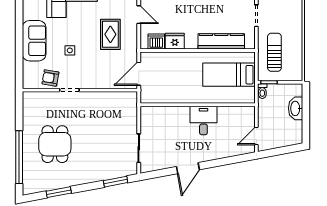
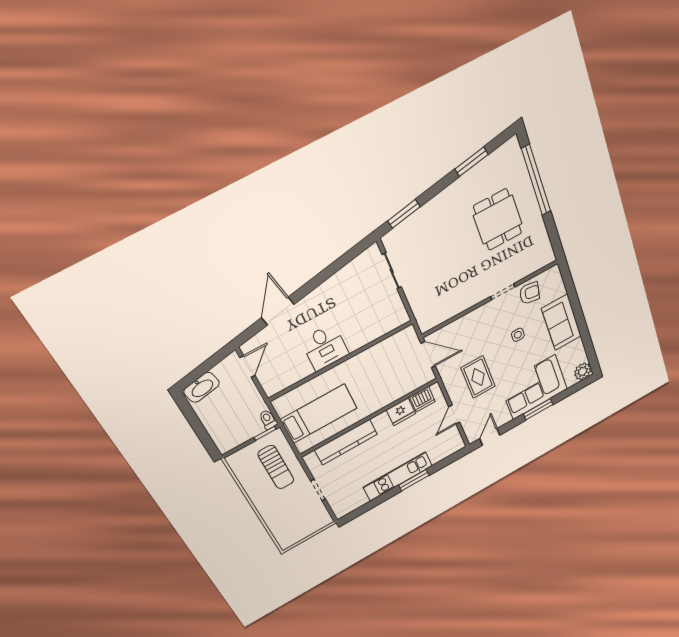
door: (139, 15) -> (454, 414), hinge flipped
door: (139, 74) -> (428, 355), hinge flipped
washbasin: (296, 108) -> (202, 387), moved, turned 79
door: (188, 168) -> (278, 311), moved

